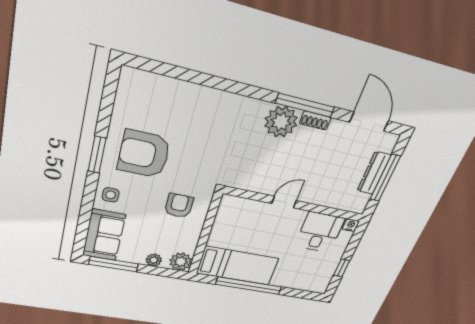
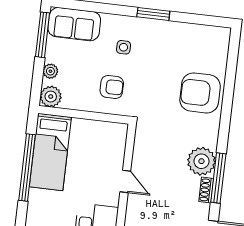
armchair: (144, 154) -> (200, 93), moved, turned -90
side table: (111, 195) -> (124, 47), moved

